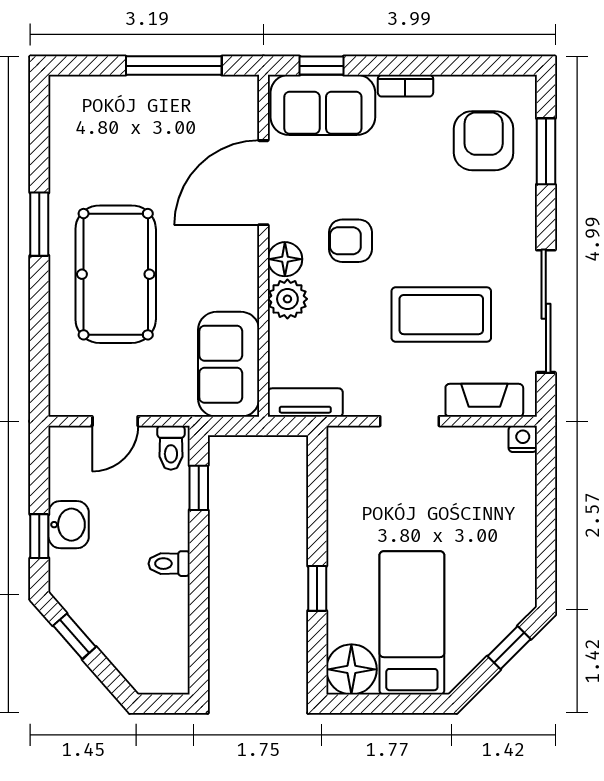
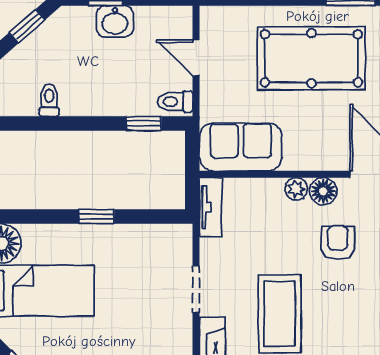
plant: (287, 299) -> (296, 189), width x0.73, depth x0.73
toilet: (169, 564) -> (49, 100), moved
window: (317, 588) -> (97, 216), moved

